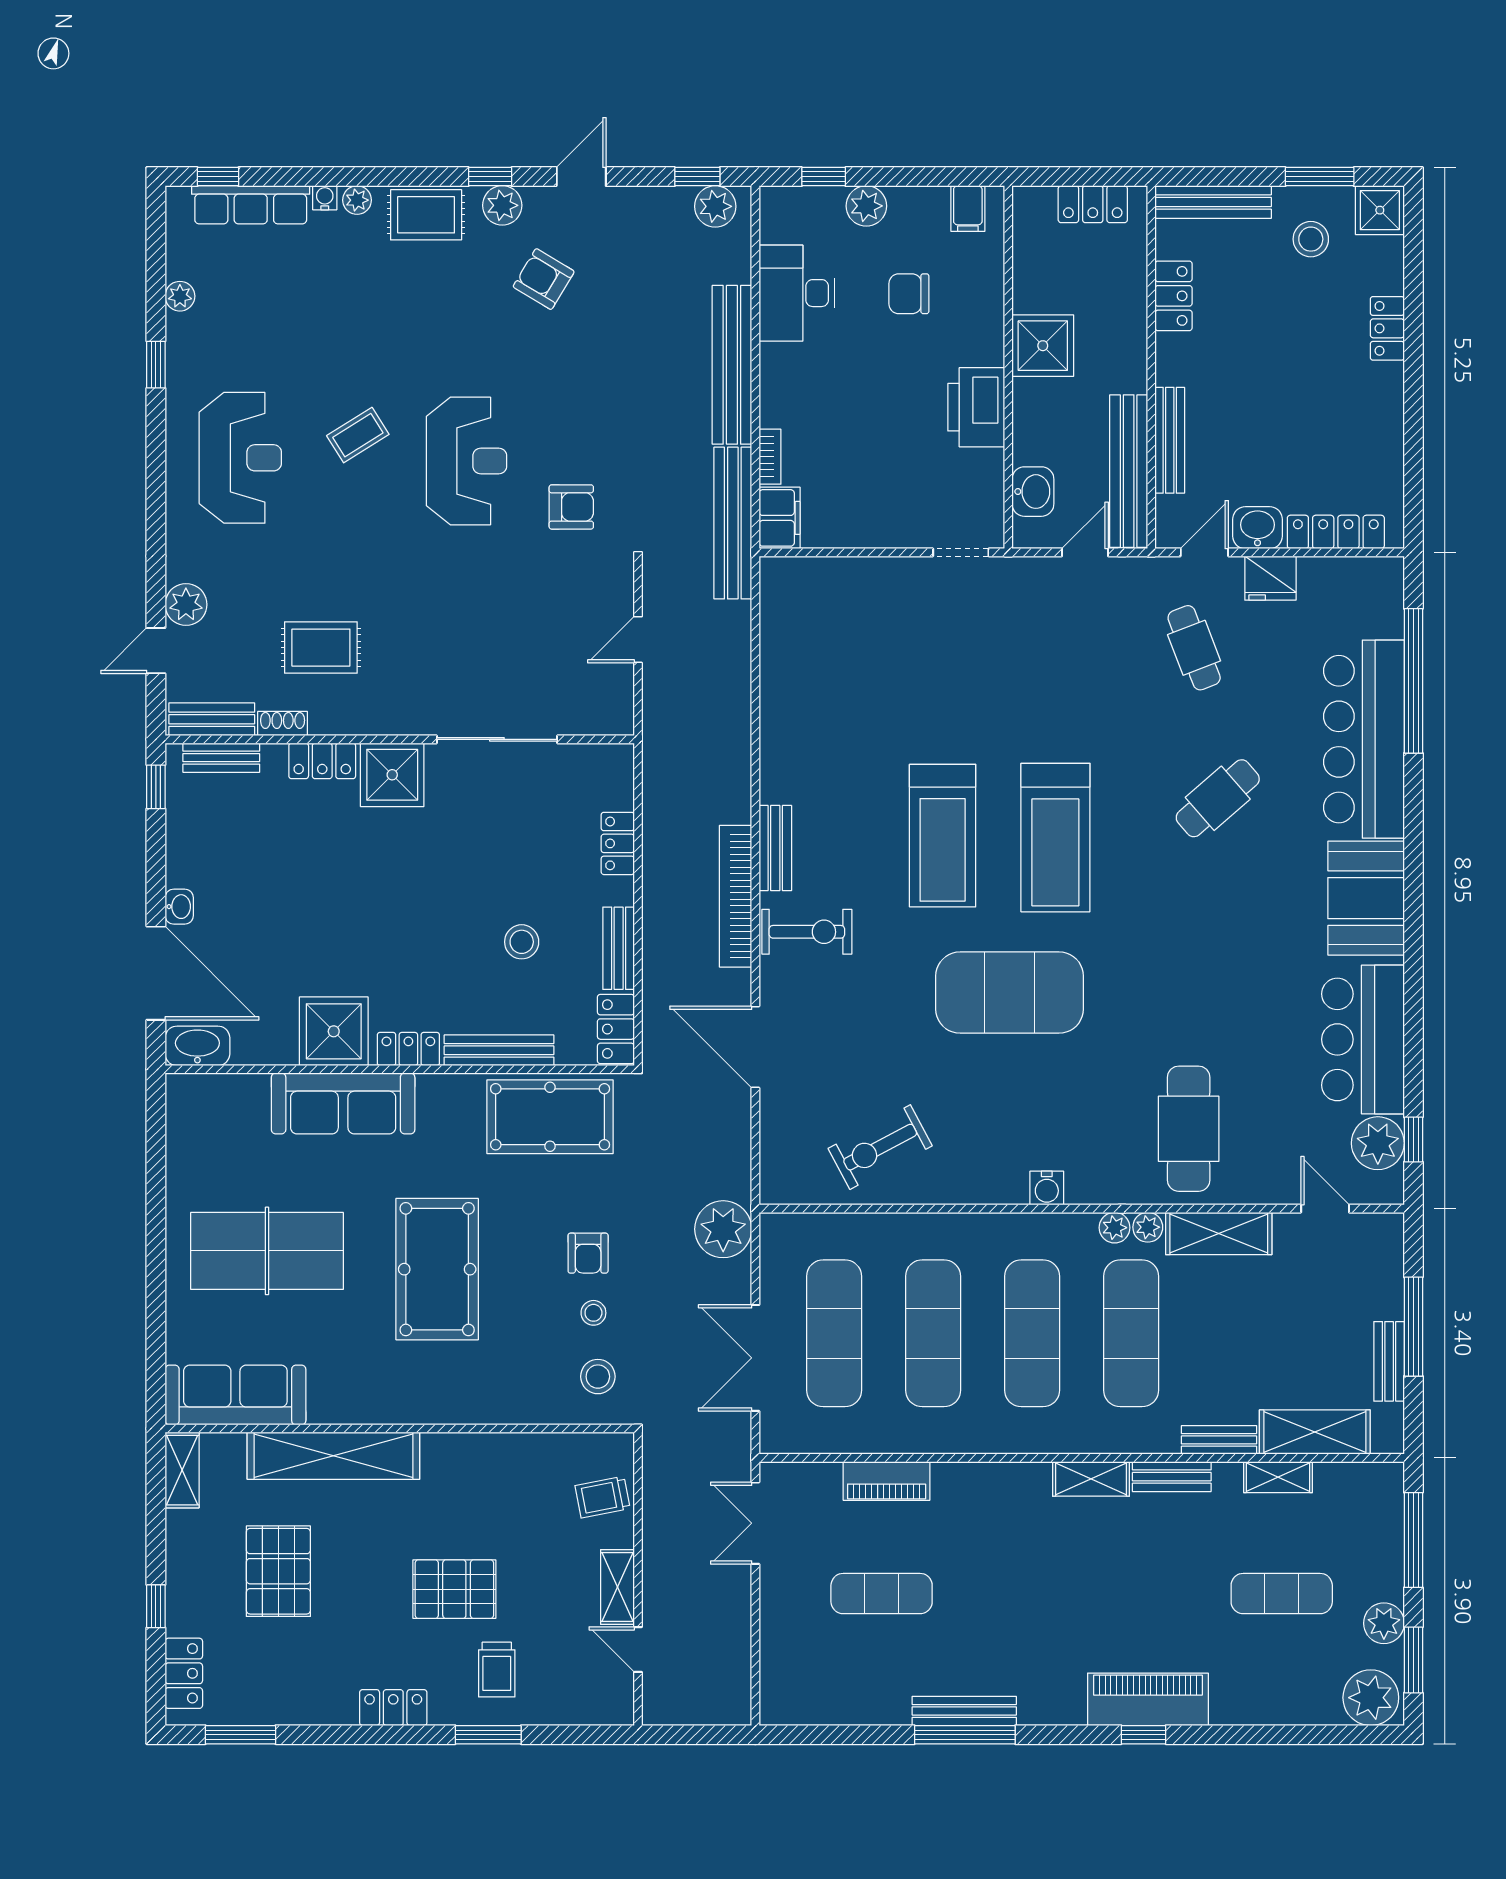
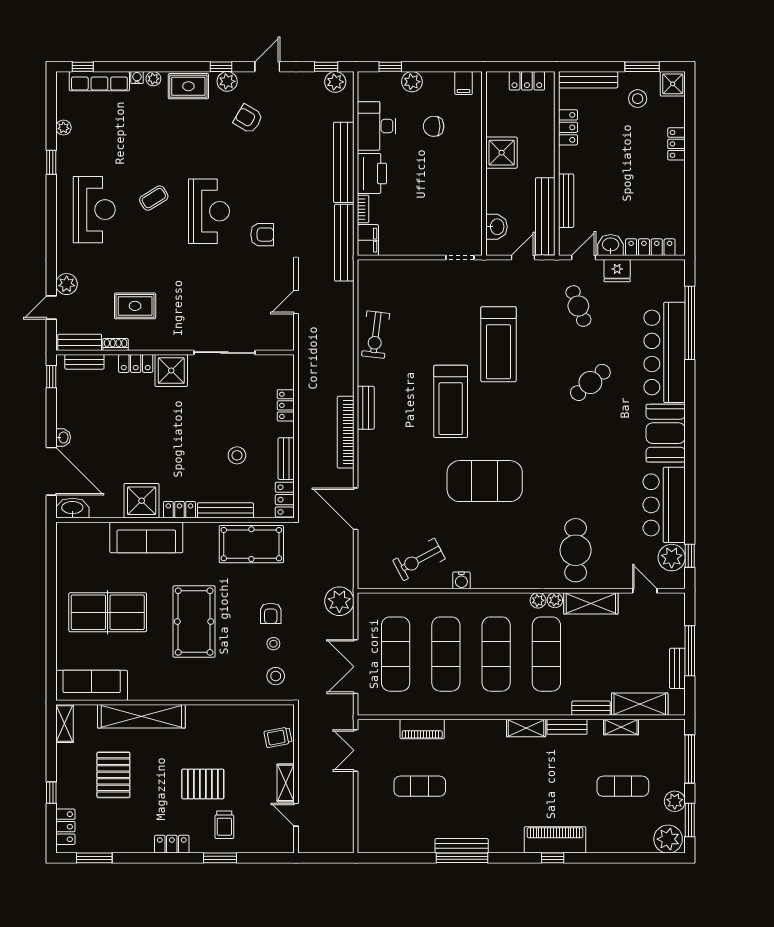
printer: (976, 407) -> (372, 173), moved, turned 180
treadmill: (1055, 838) -> (498, 344), moved
exercise bike: (807, 932) -> (376, 335), moved, turned 97
water cooler: (1047, 1188) -> (461, 580), moved

